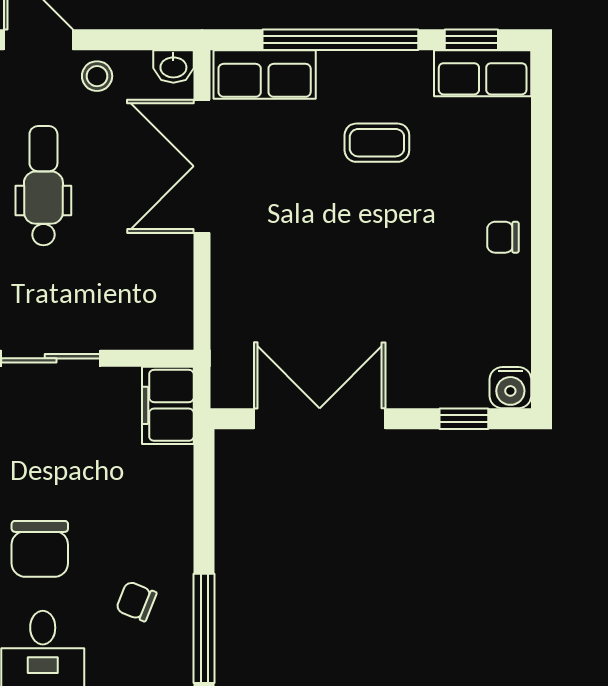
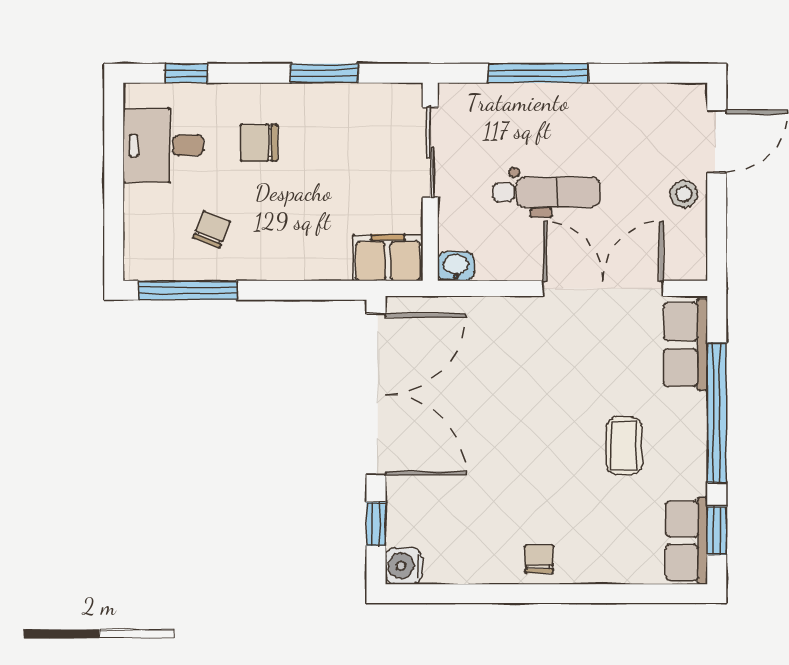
washbasin: (173, 66) -> (456, 266), moved, turned 90
dental chair: (43, 186) -> (546, 192), moved
double door: (320, 419) -> (376, 394), width x1.36
chair: (40, 549) -> (259, 143), width x0.73, depth x0.73

